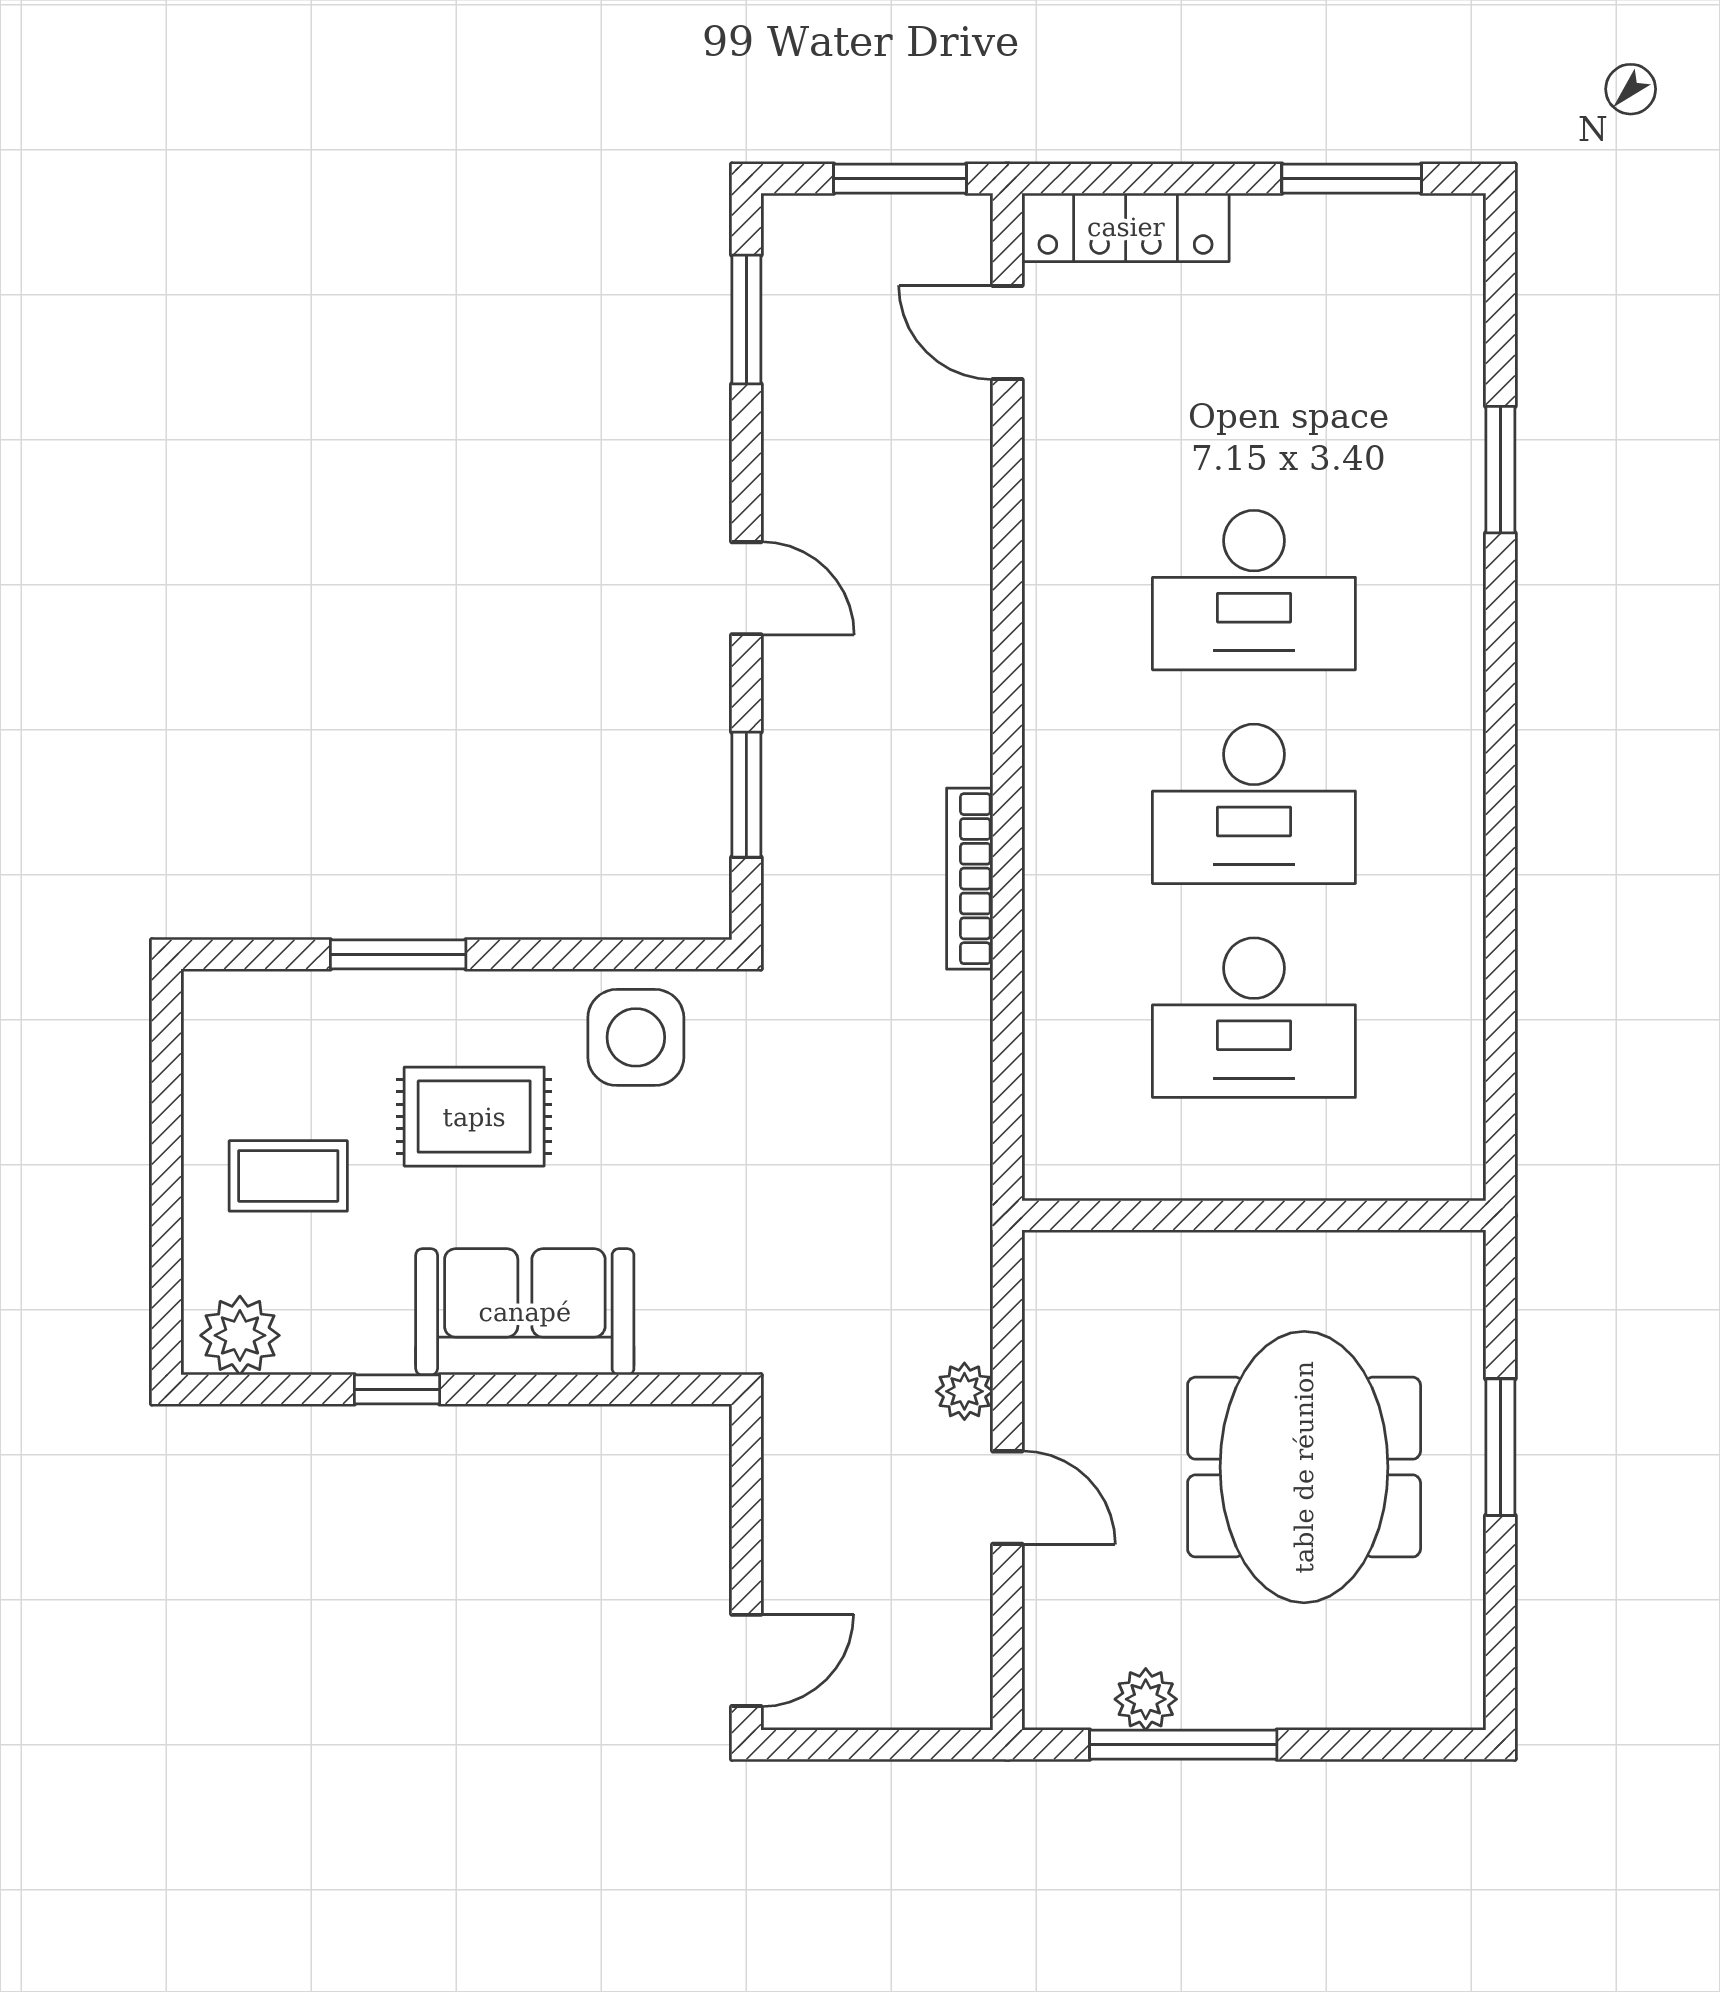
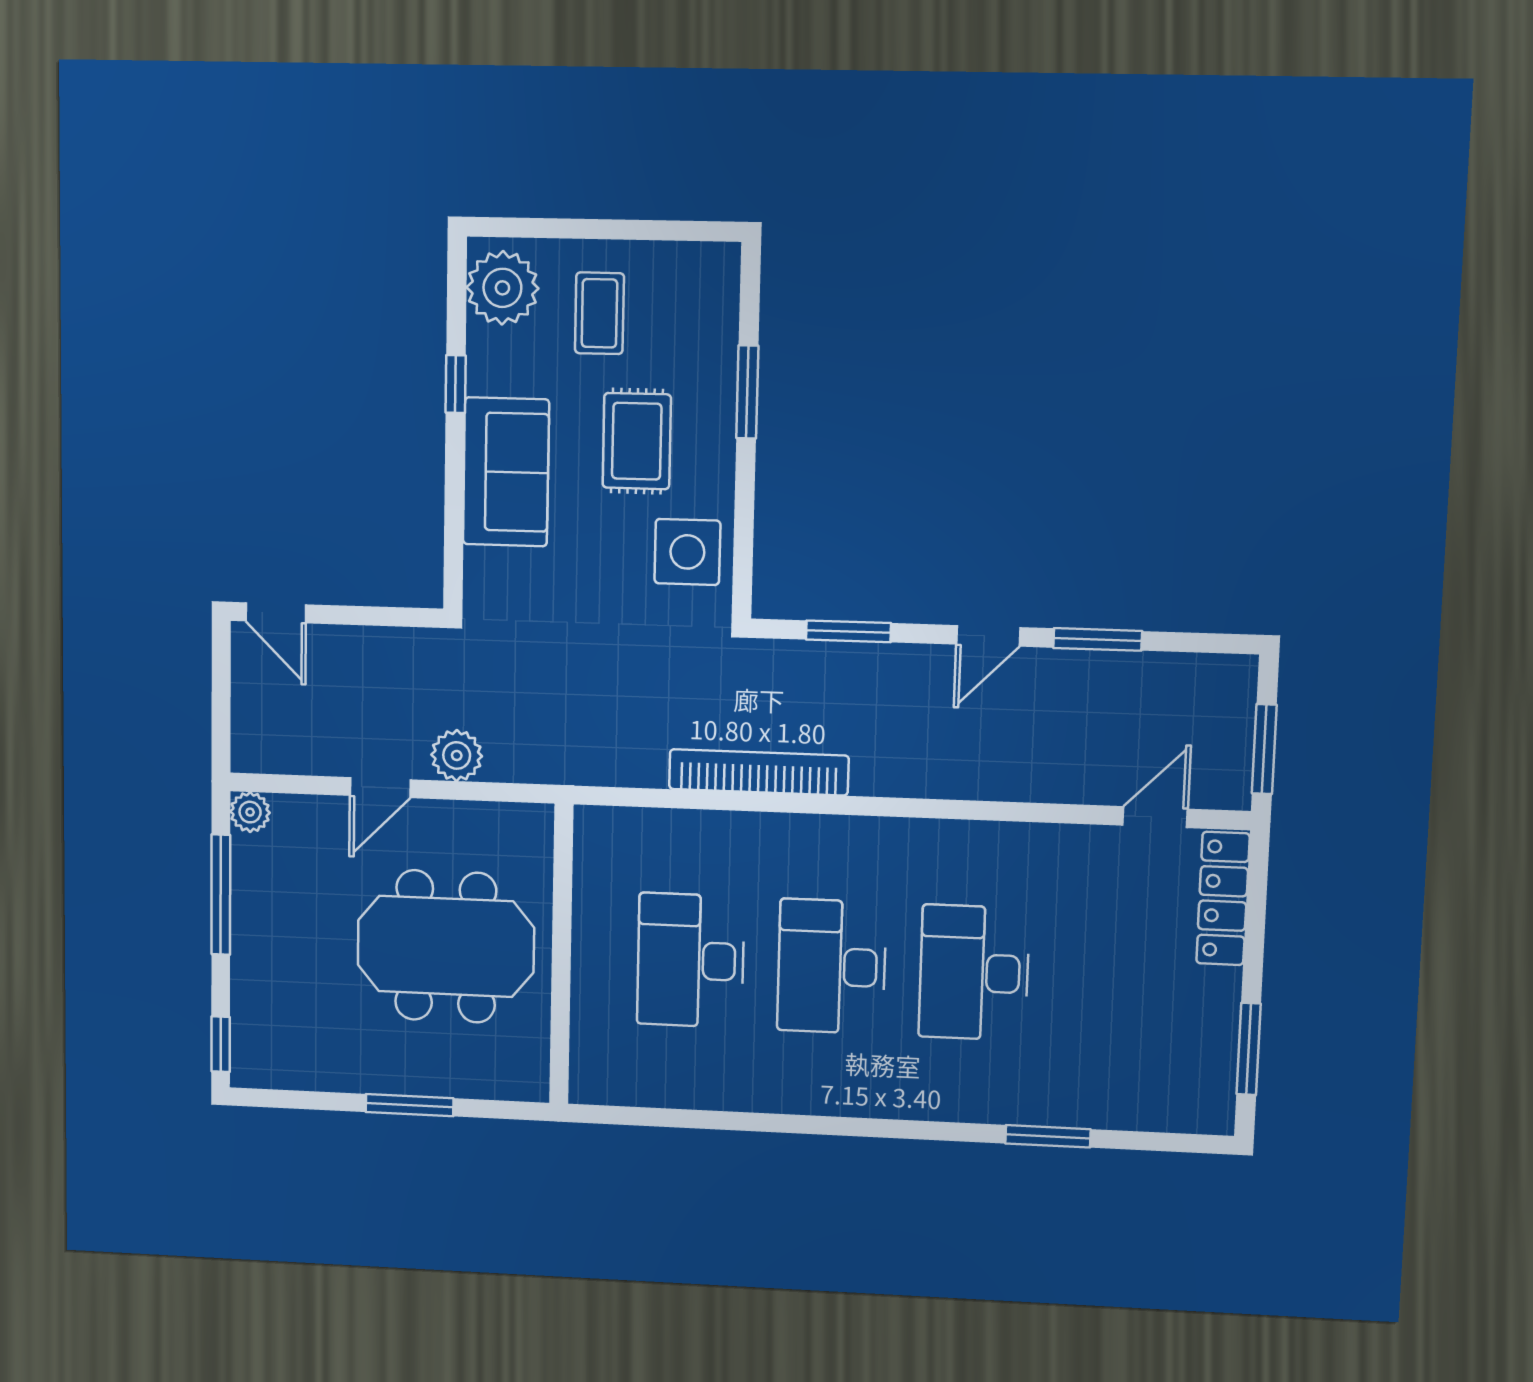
window: (746, 320) -> (1098, 639), moved
bookcase: (970, 879) -> (759, 772), width x1.48, depth x1.31
plant: (240, 1335) -> (502, 288), width x1.36, depth x1.36
plant: (964, 1391) -> (457, 755), width x1.38, depth x1.38
meeting table: (1304, 1467) -> (446, 946), moved
plant: (1146, 1699) -> (250, 812), moved
window: (1418, 1745) -> (221, 1044), added

